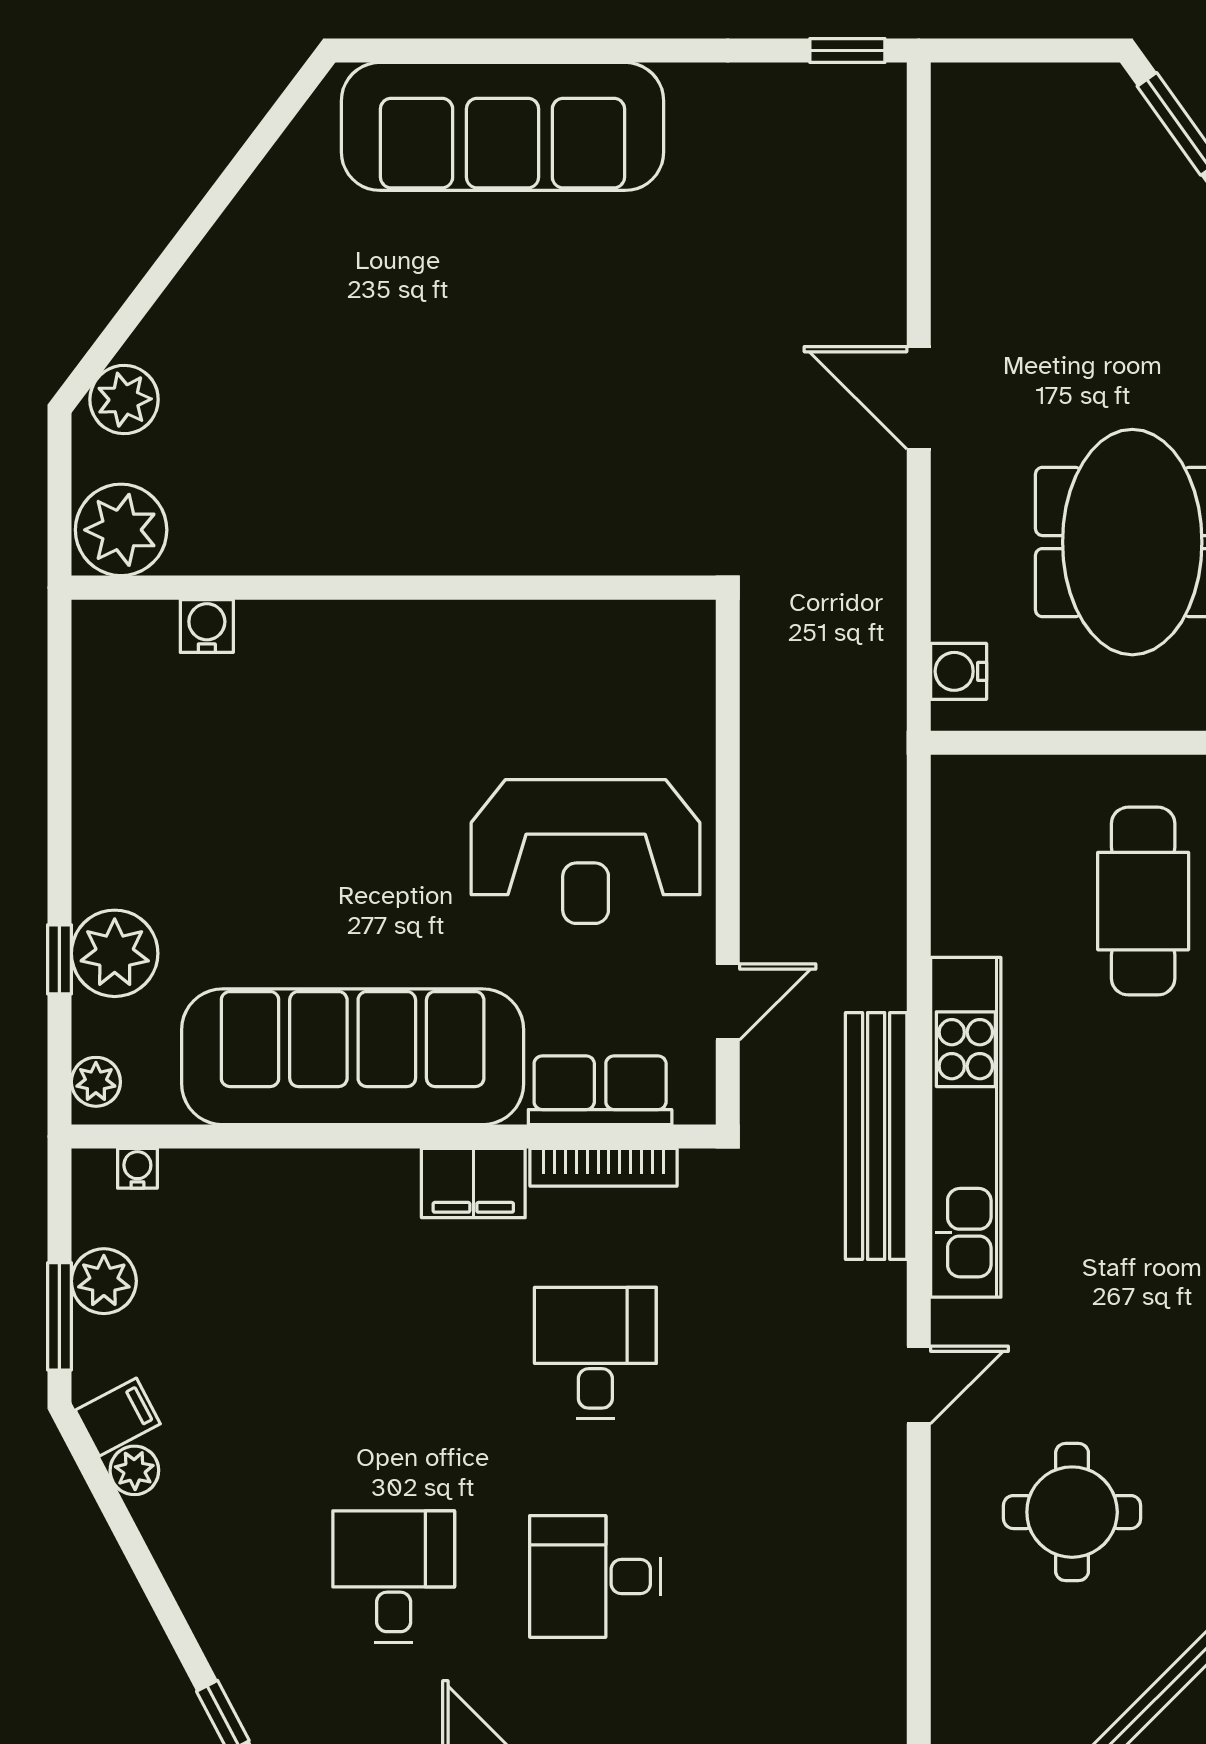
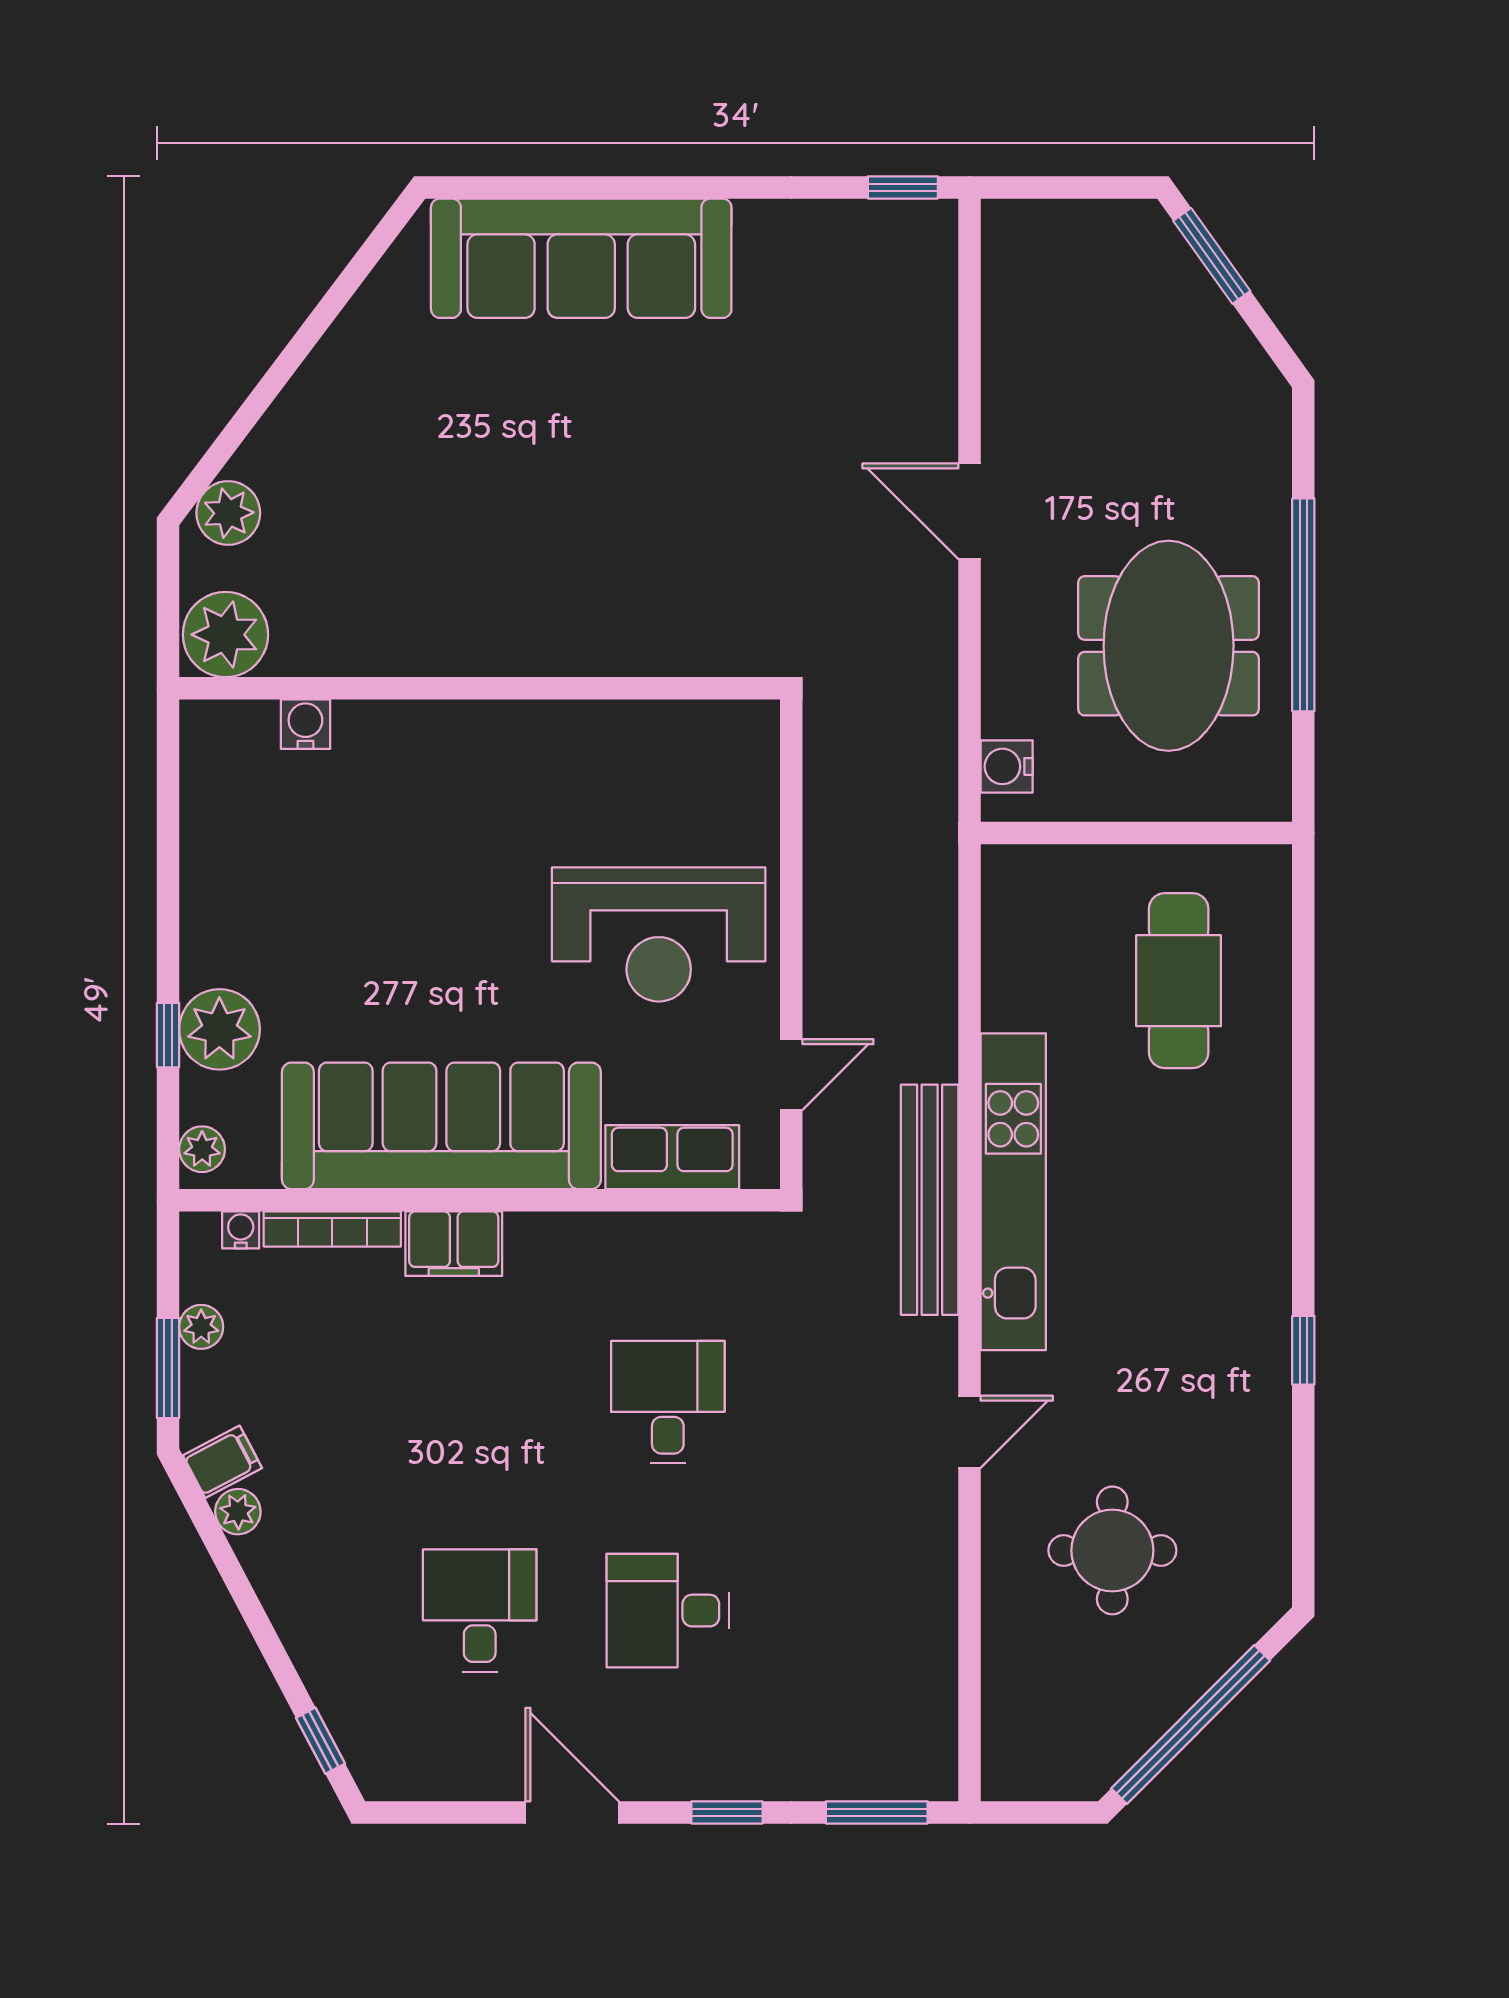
bookcase: (604, 1167) -> (332, 1229), moved
filing cabinet: (473, 1183) -> (454, 1244), moved
plant: (104, 1281) -> (201, 1327), width x0.73, depth x0.73

